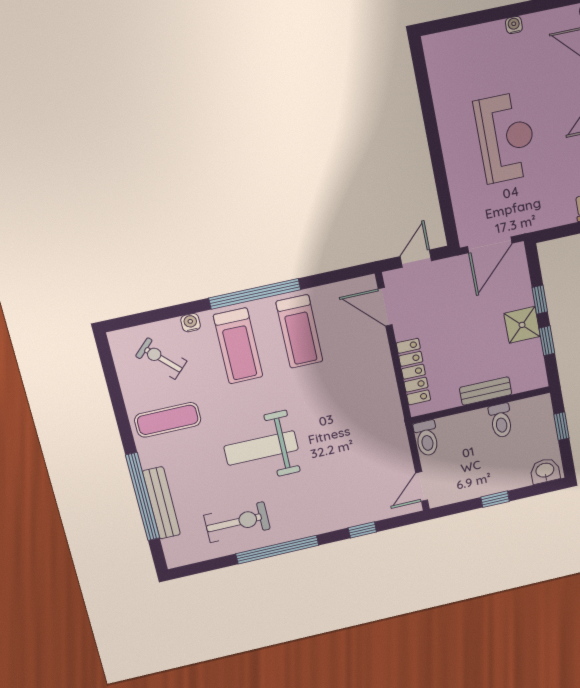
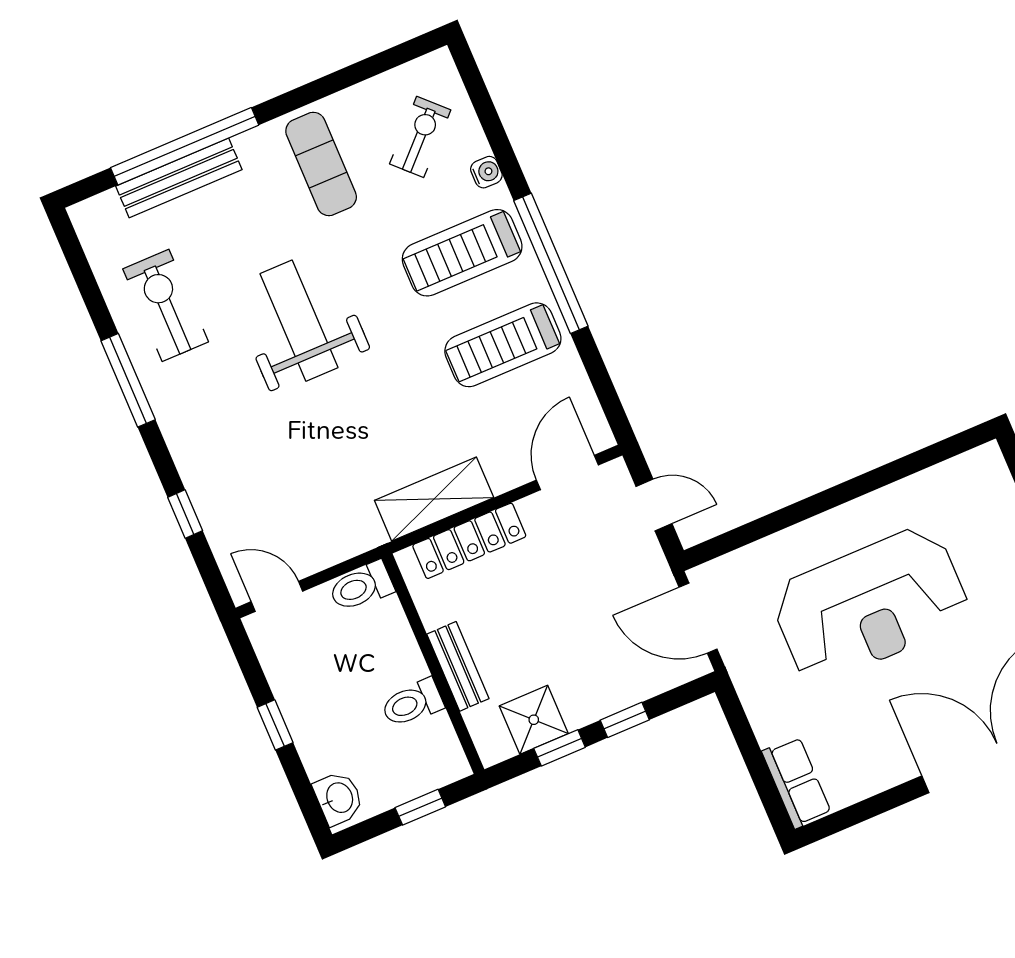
reception desk: (506, 138) -> (870, 605), width x1.36, depth x1.30
shower: (522, 325) -> (534, 720), moved
shelving: (384, 388) -> (434, 499), added
exercise bike: (237, 522) -> (166, 305), turned 180
window: (277, 550) -> (128, 380), width x0.68

